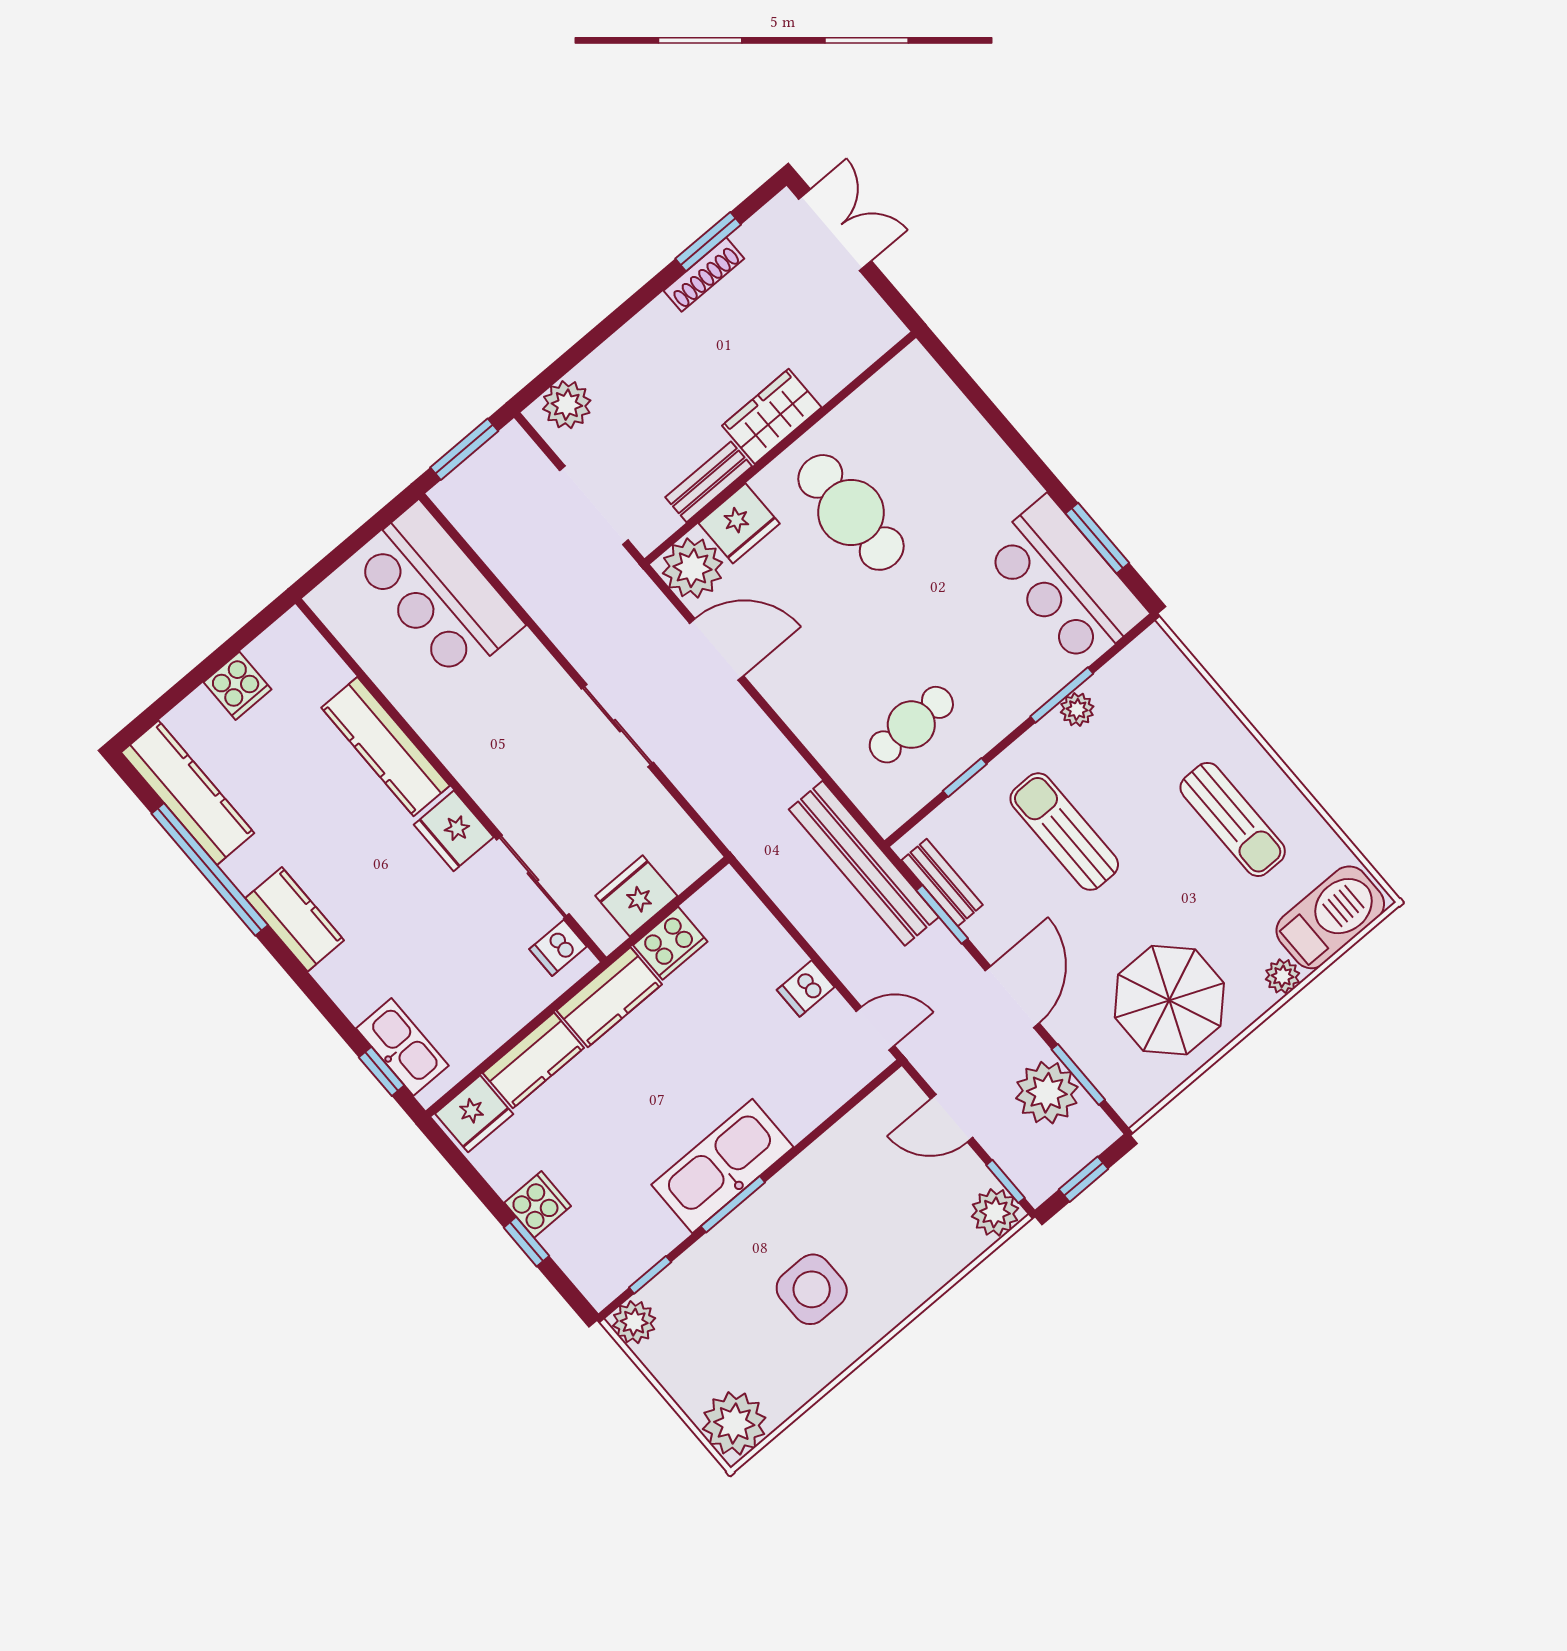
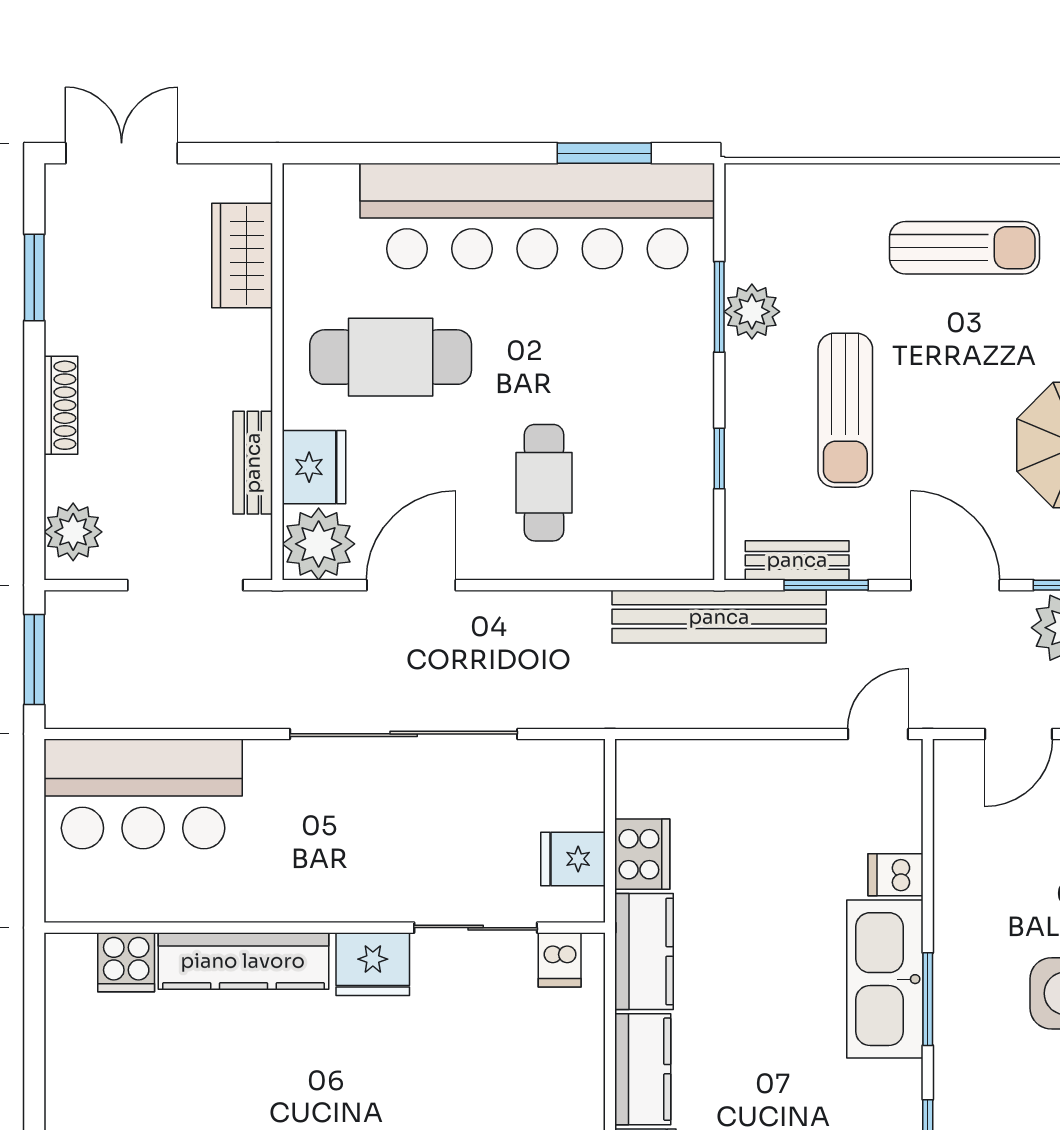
shoe rack: (704, 275) -> (61, 405), moved
wardrobe: (772, 416) -> (242, 256), moved
bar counter: (1065, 582) -> (537, 216), width x1.86
cooker: (237, 686) -> (126, 962), moved, turned 90
plant: (1077, 709) -> (752, 312), width x1.38, depth x1.38
cafe table: (911, 725) -> (544, 483), moved
sliding door: (617, 726) -> (404, 734), width x1.86
sun lounger: (1064, 832) -> (845, 410), turned -90
fridge: (636, 896) -> (573, 859), width x0.72
dishwasher: (806, 988) -> (895, 875), moved, turned 90

